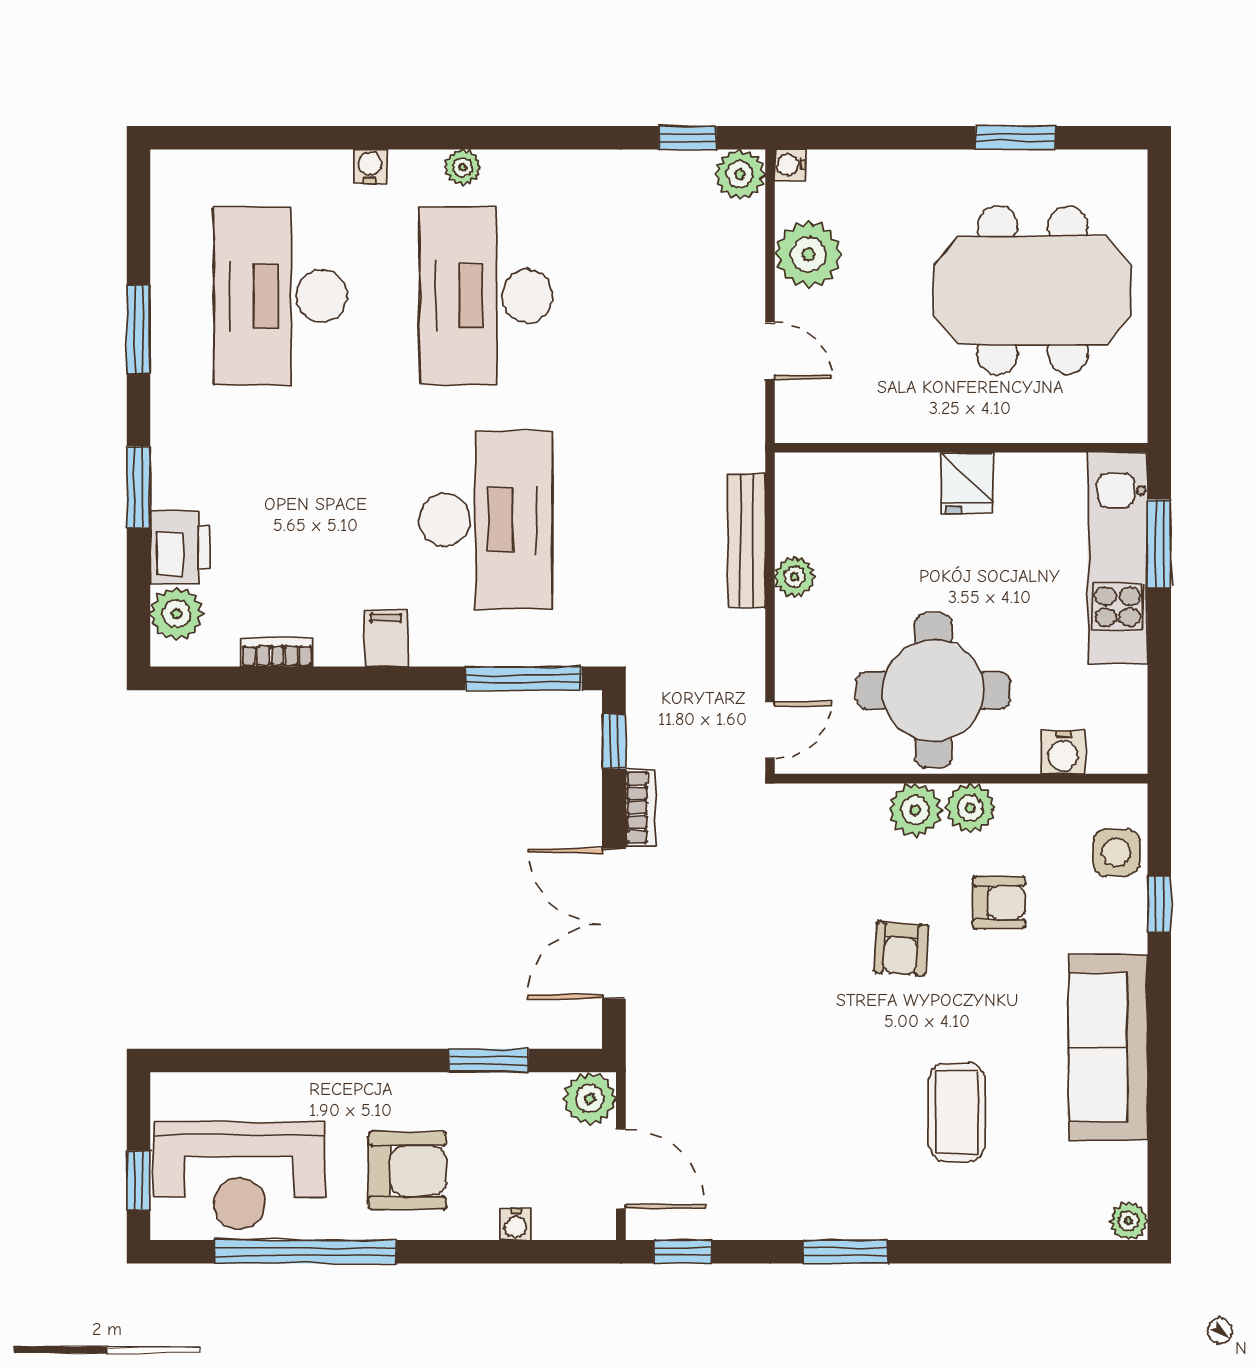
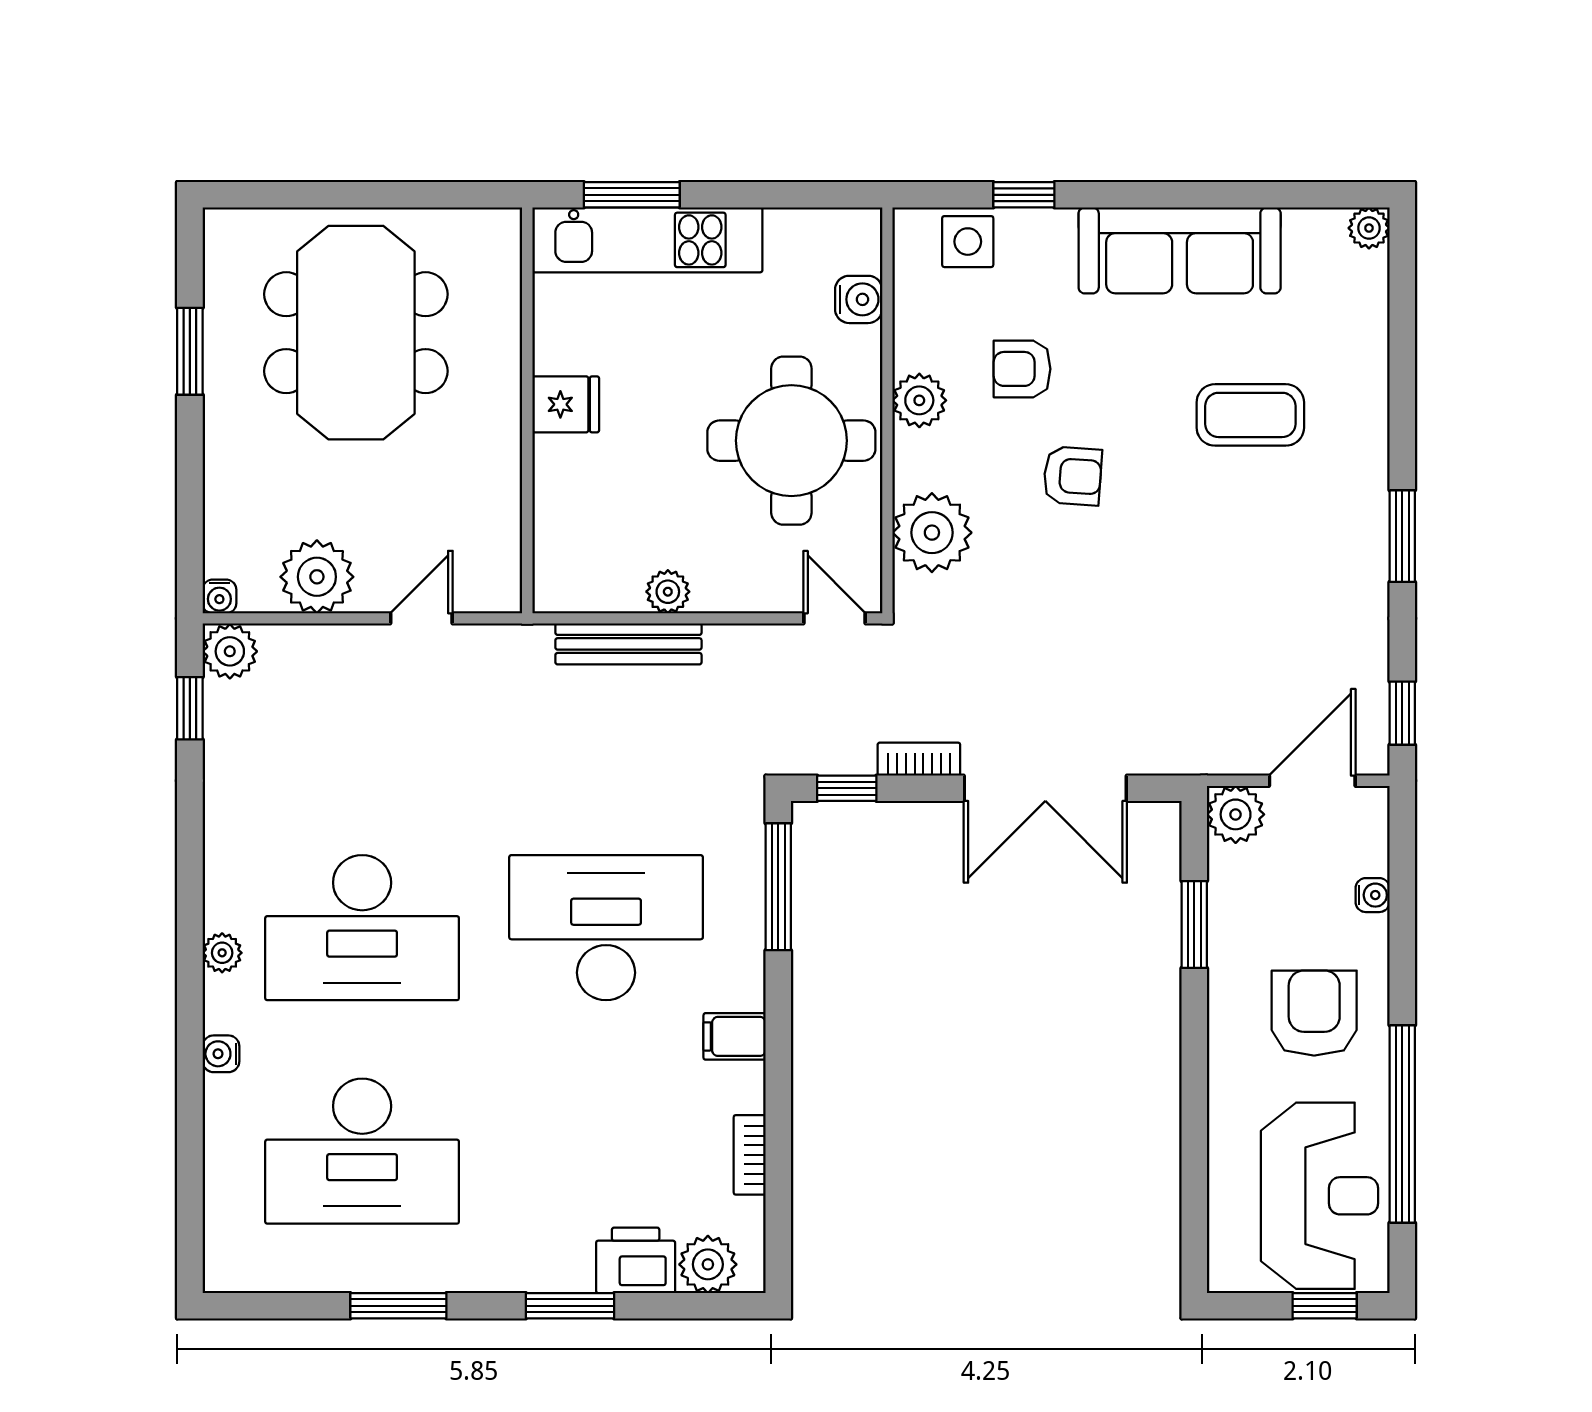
plant: (915, 810) -> (932, 533), moved, width x1.36, depth x1.36
armchair: (999, 902) -> (1022, 369), turned -90

